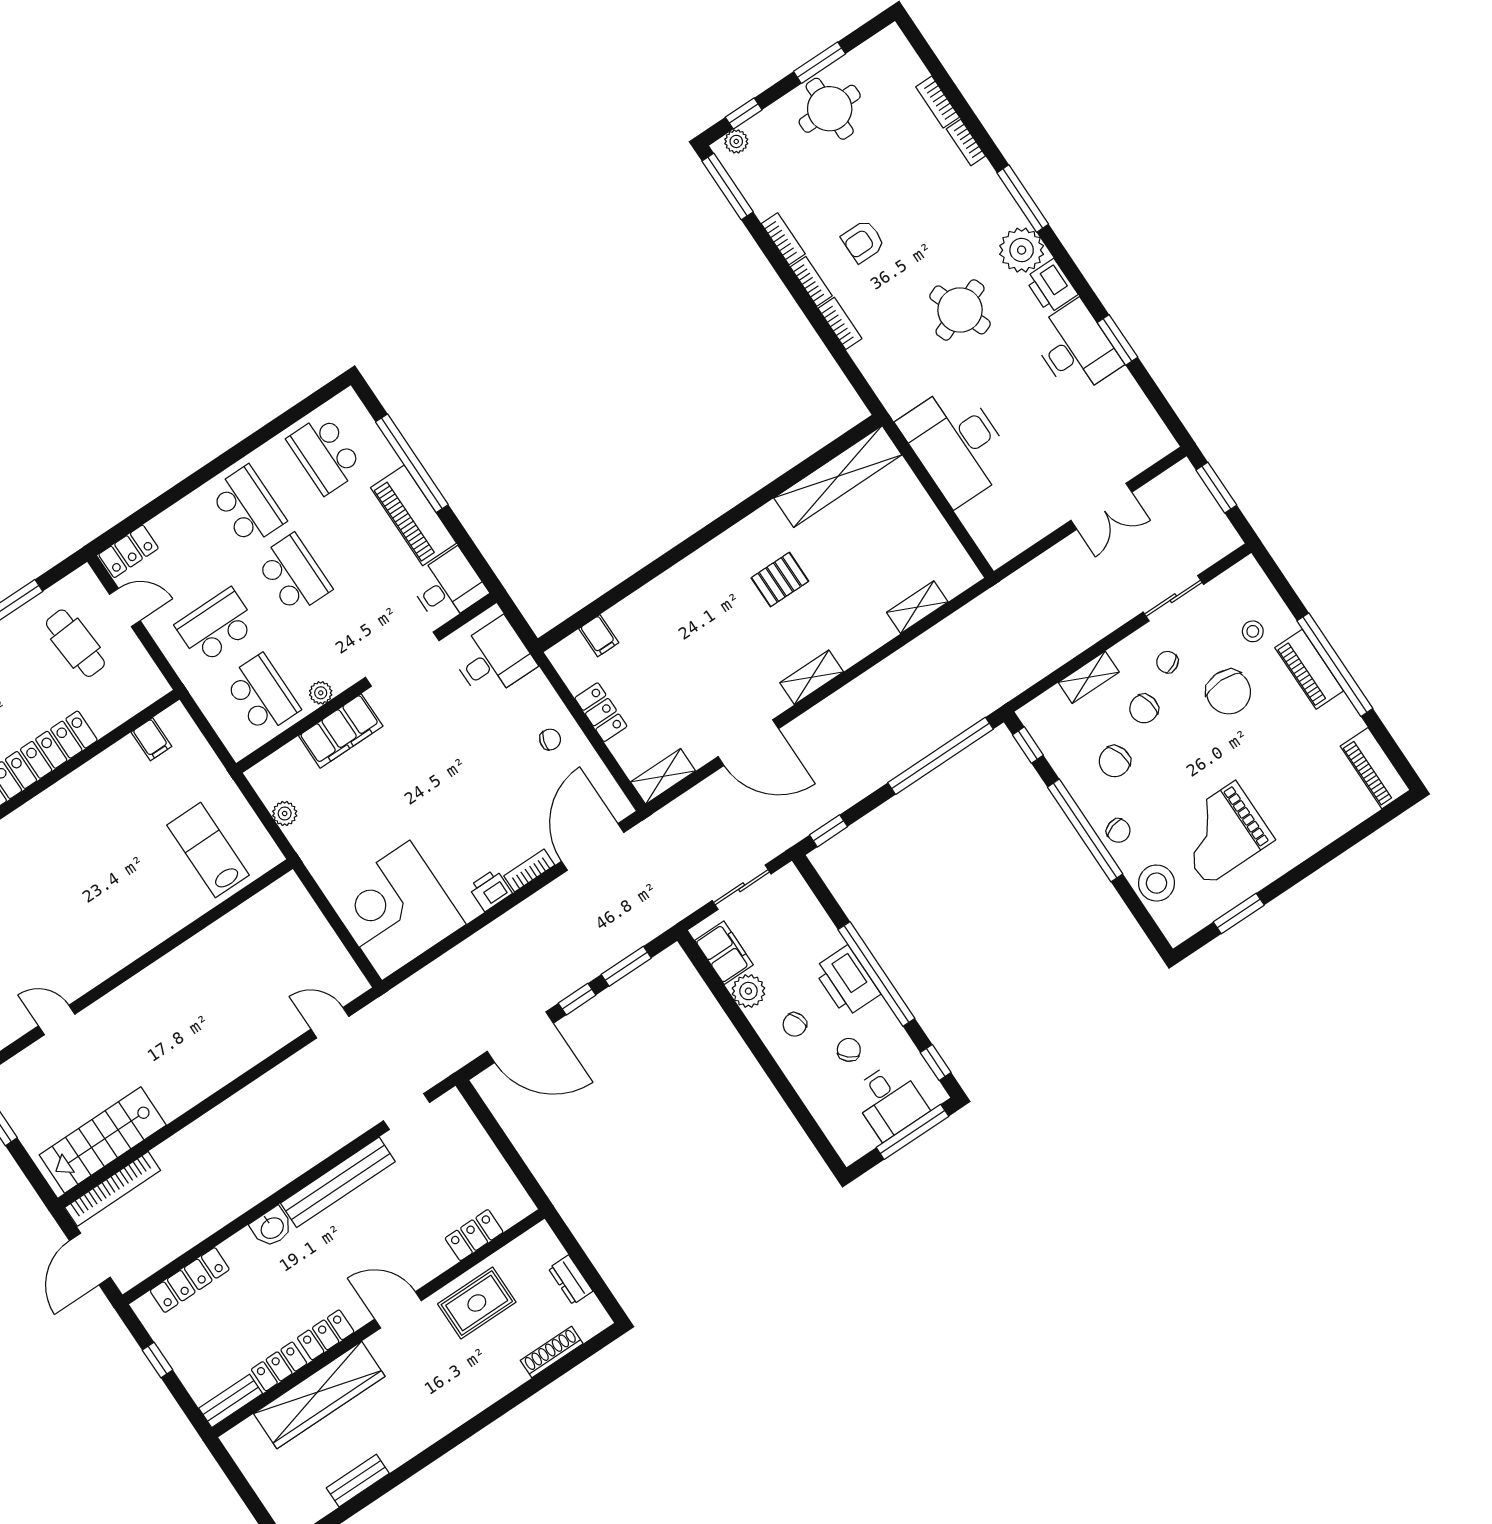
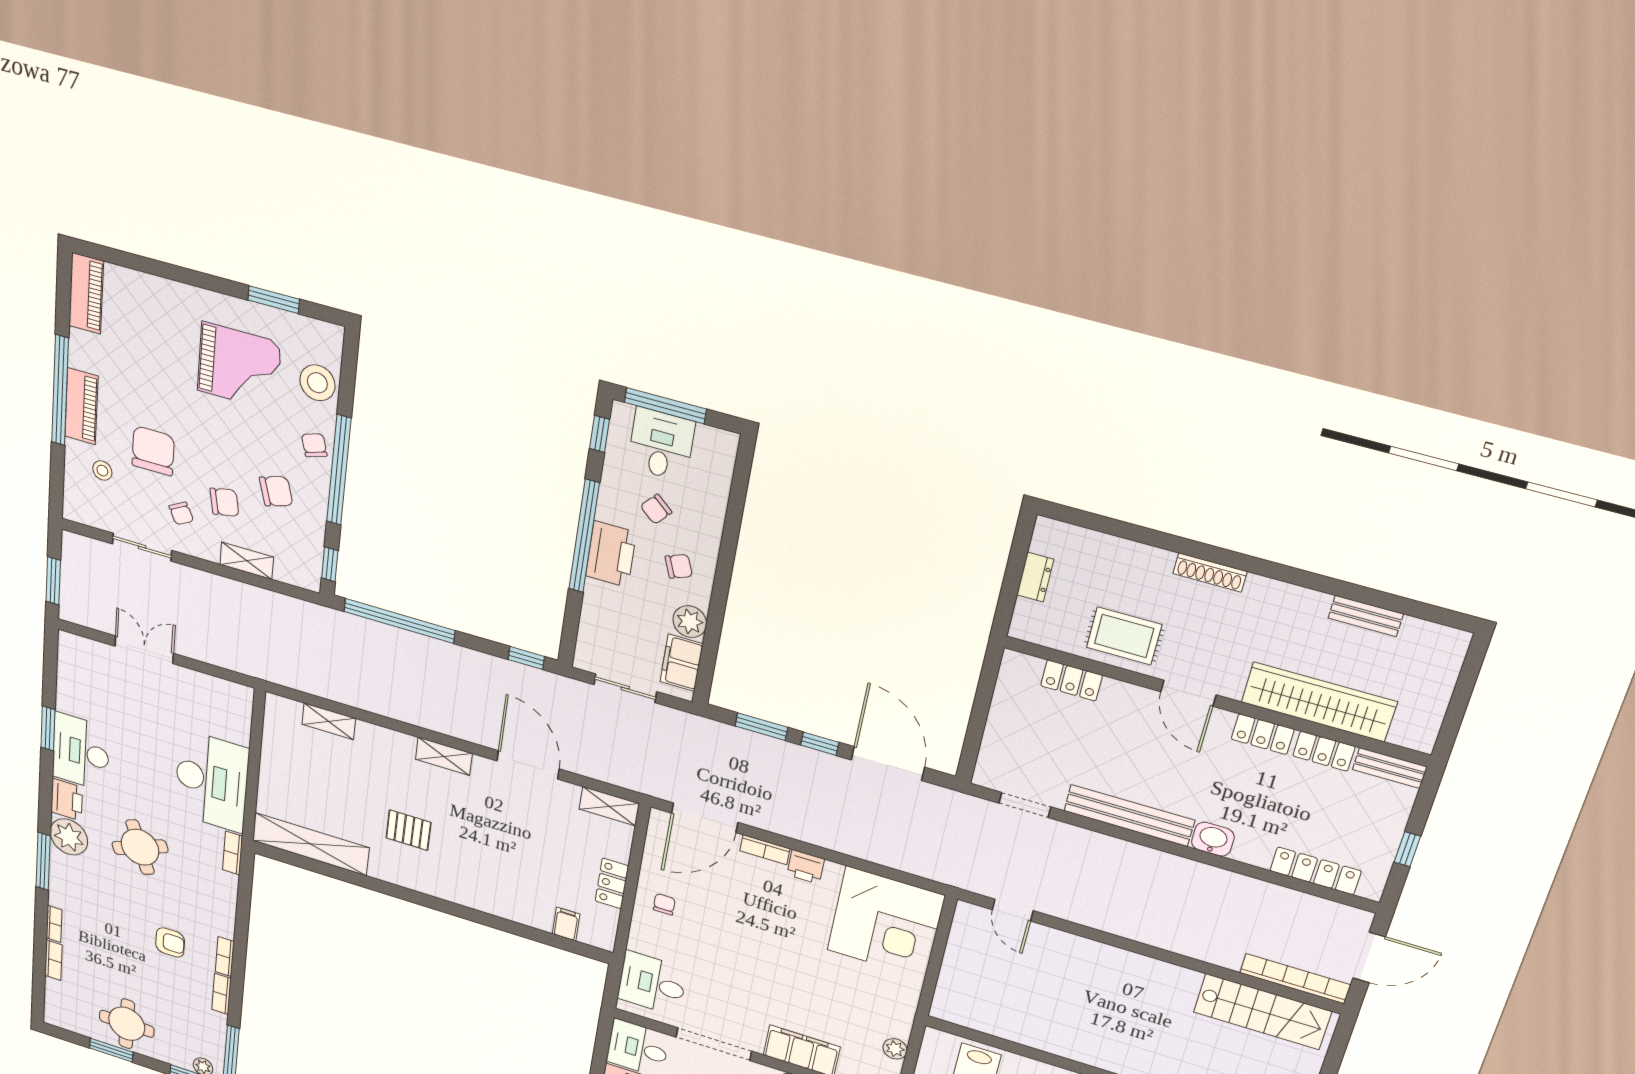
bookcase: (840, 323) -> (233, 853), moved
chair: (550, 739) -> (664, 904), turned 74
shoe rack: (552, 1352) -> (1210, 572), moved

